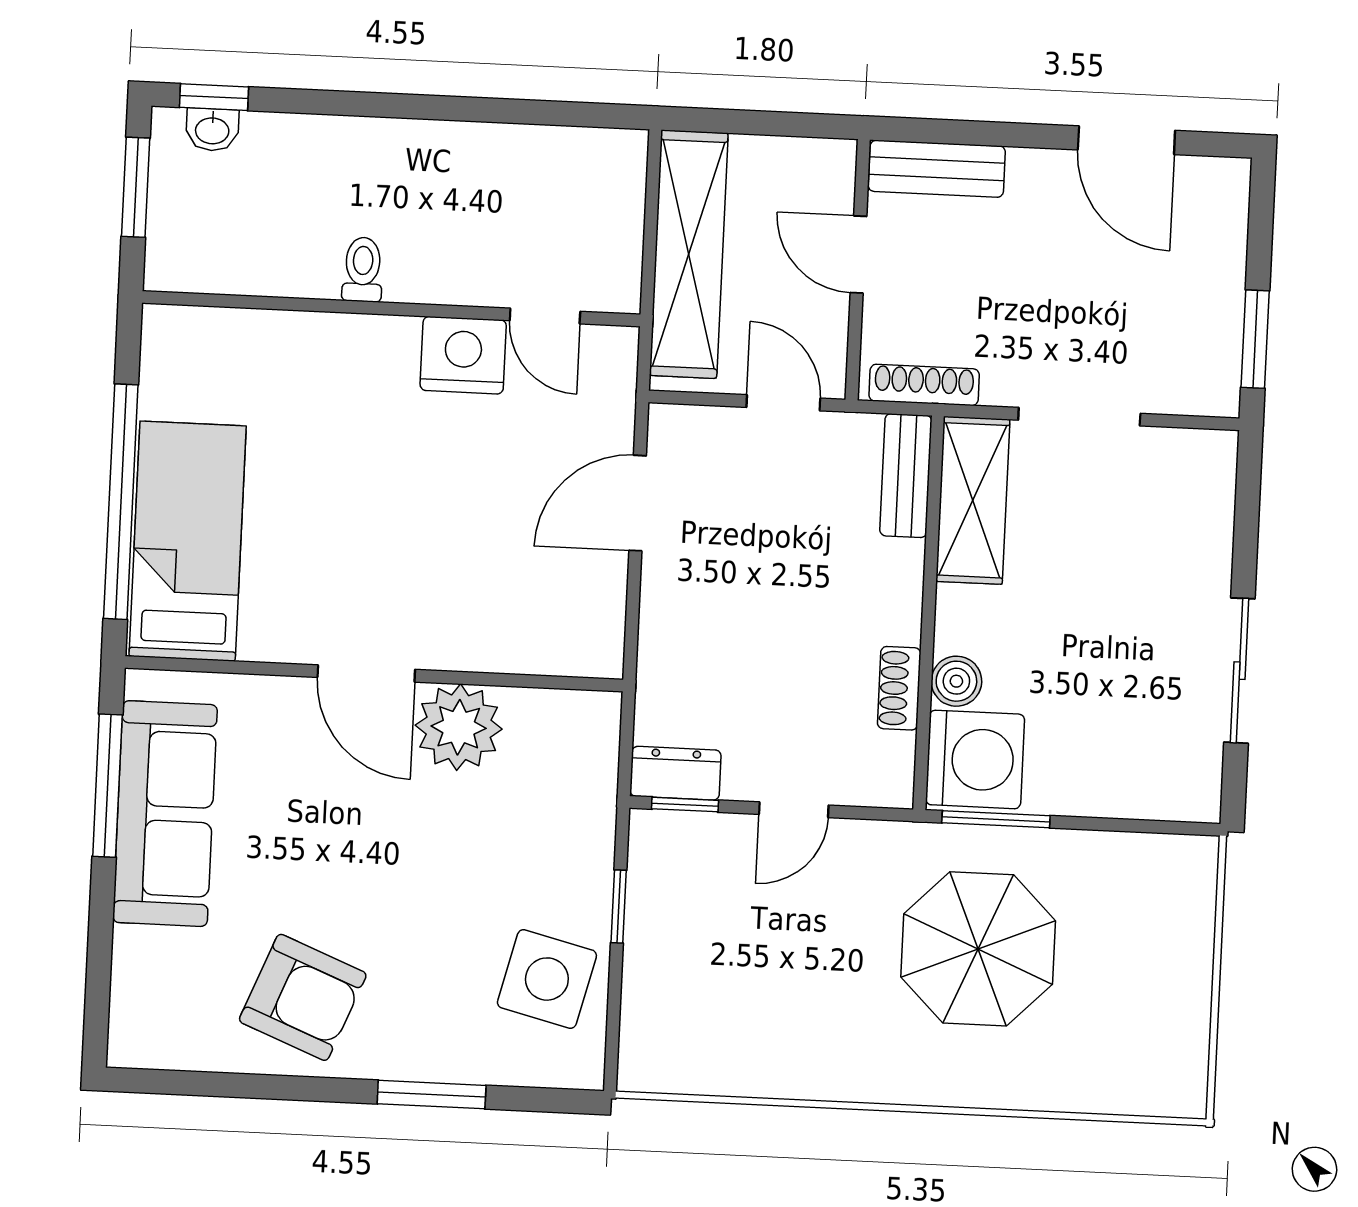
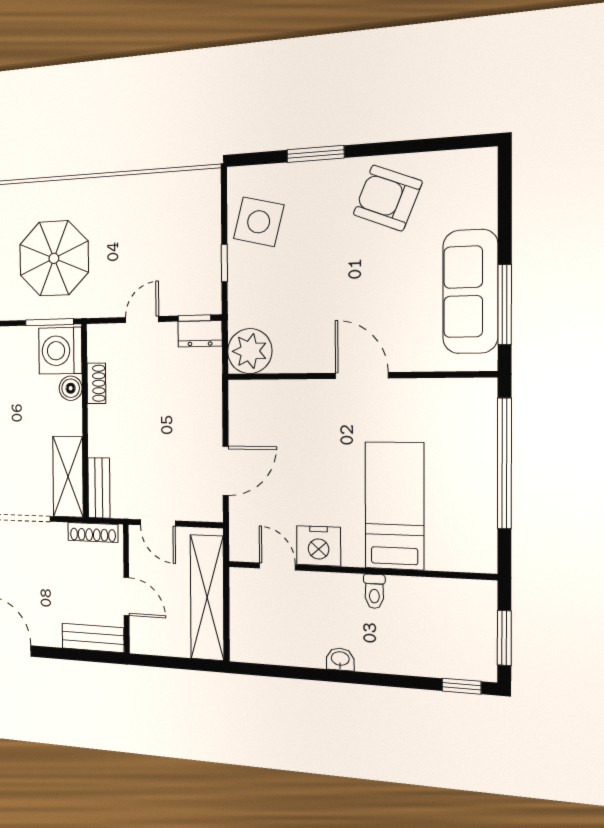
washbasin: (212, 130) -> (340, 659), moved
bed: (188, 541) -> (394, 506), moved, turned 180
plant: (459, 727) -> (250, 351), moved

